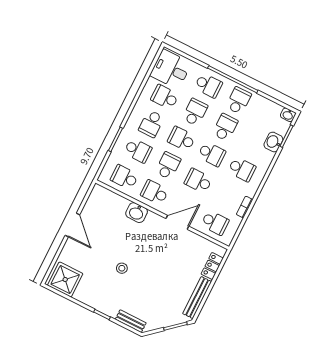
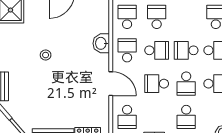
school desk: (151, 124) -> (186, 17), removed
school desk: (182, 139) -> (186, 50), turned -90
school desk: (138, 150) -> (157, 17), turned 180
school desk: (198, 181) -> (157, 84), turned -90

